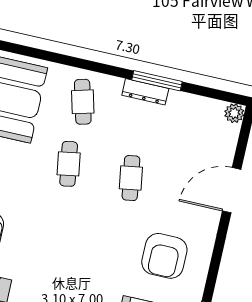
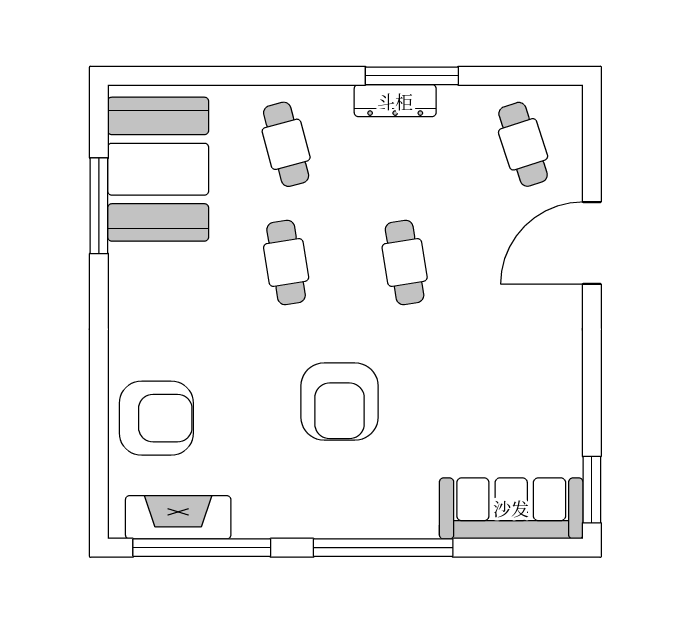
plant: (234, 113) -> (565, 103), removed
cafe table: (207, 130) -> (523, 144), added
armchair: (164, 256) -> (340, 402), moved

